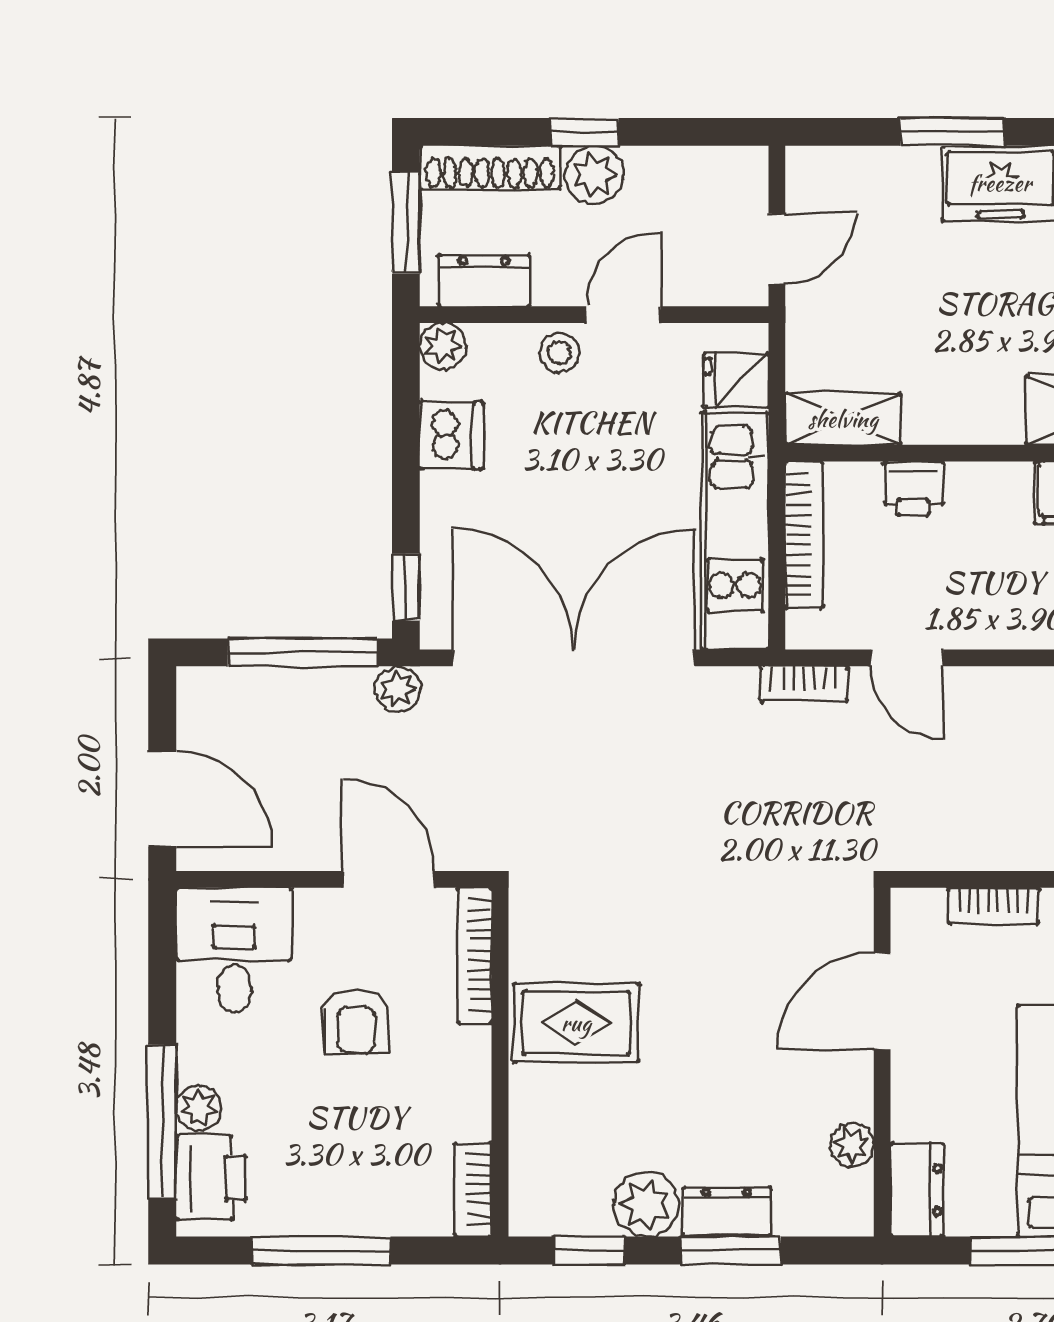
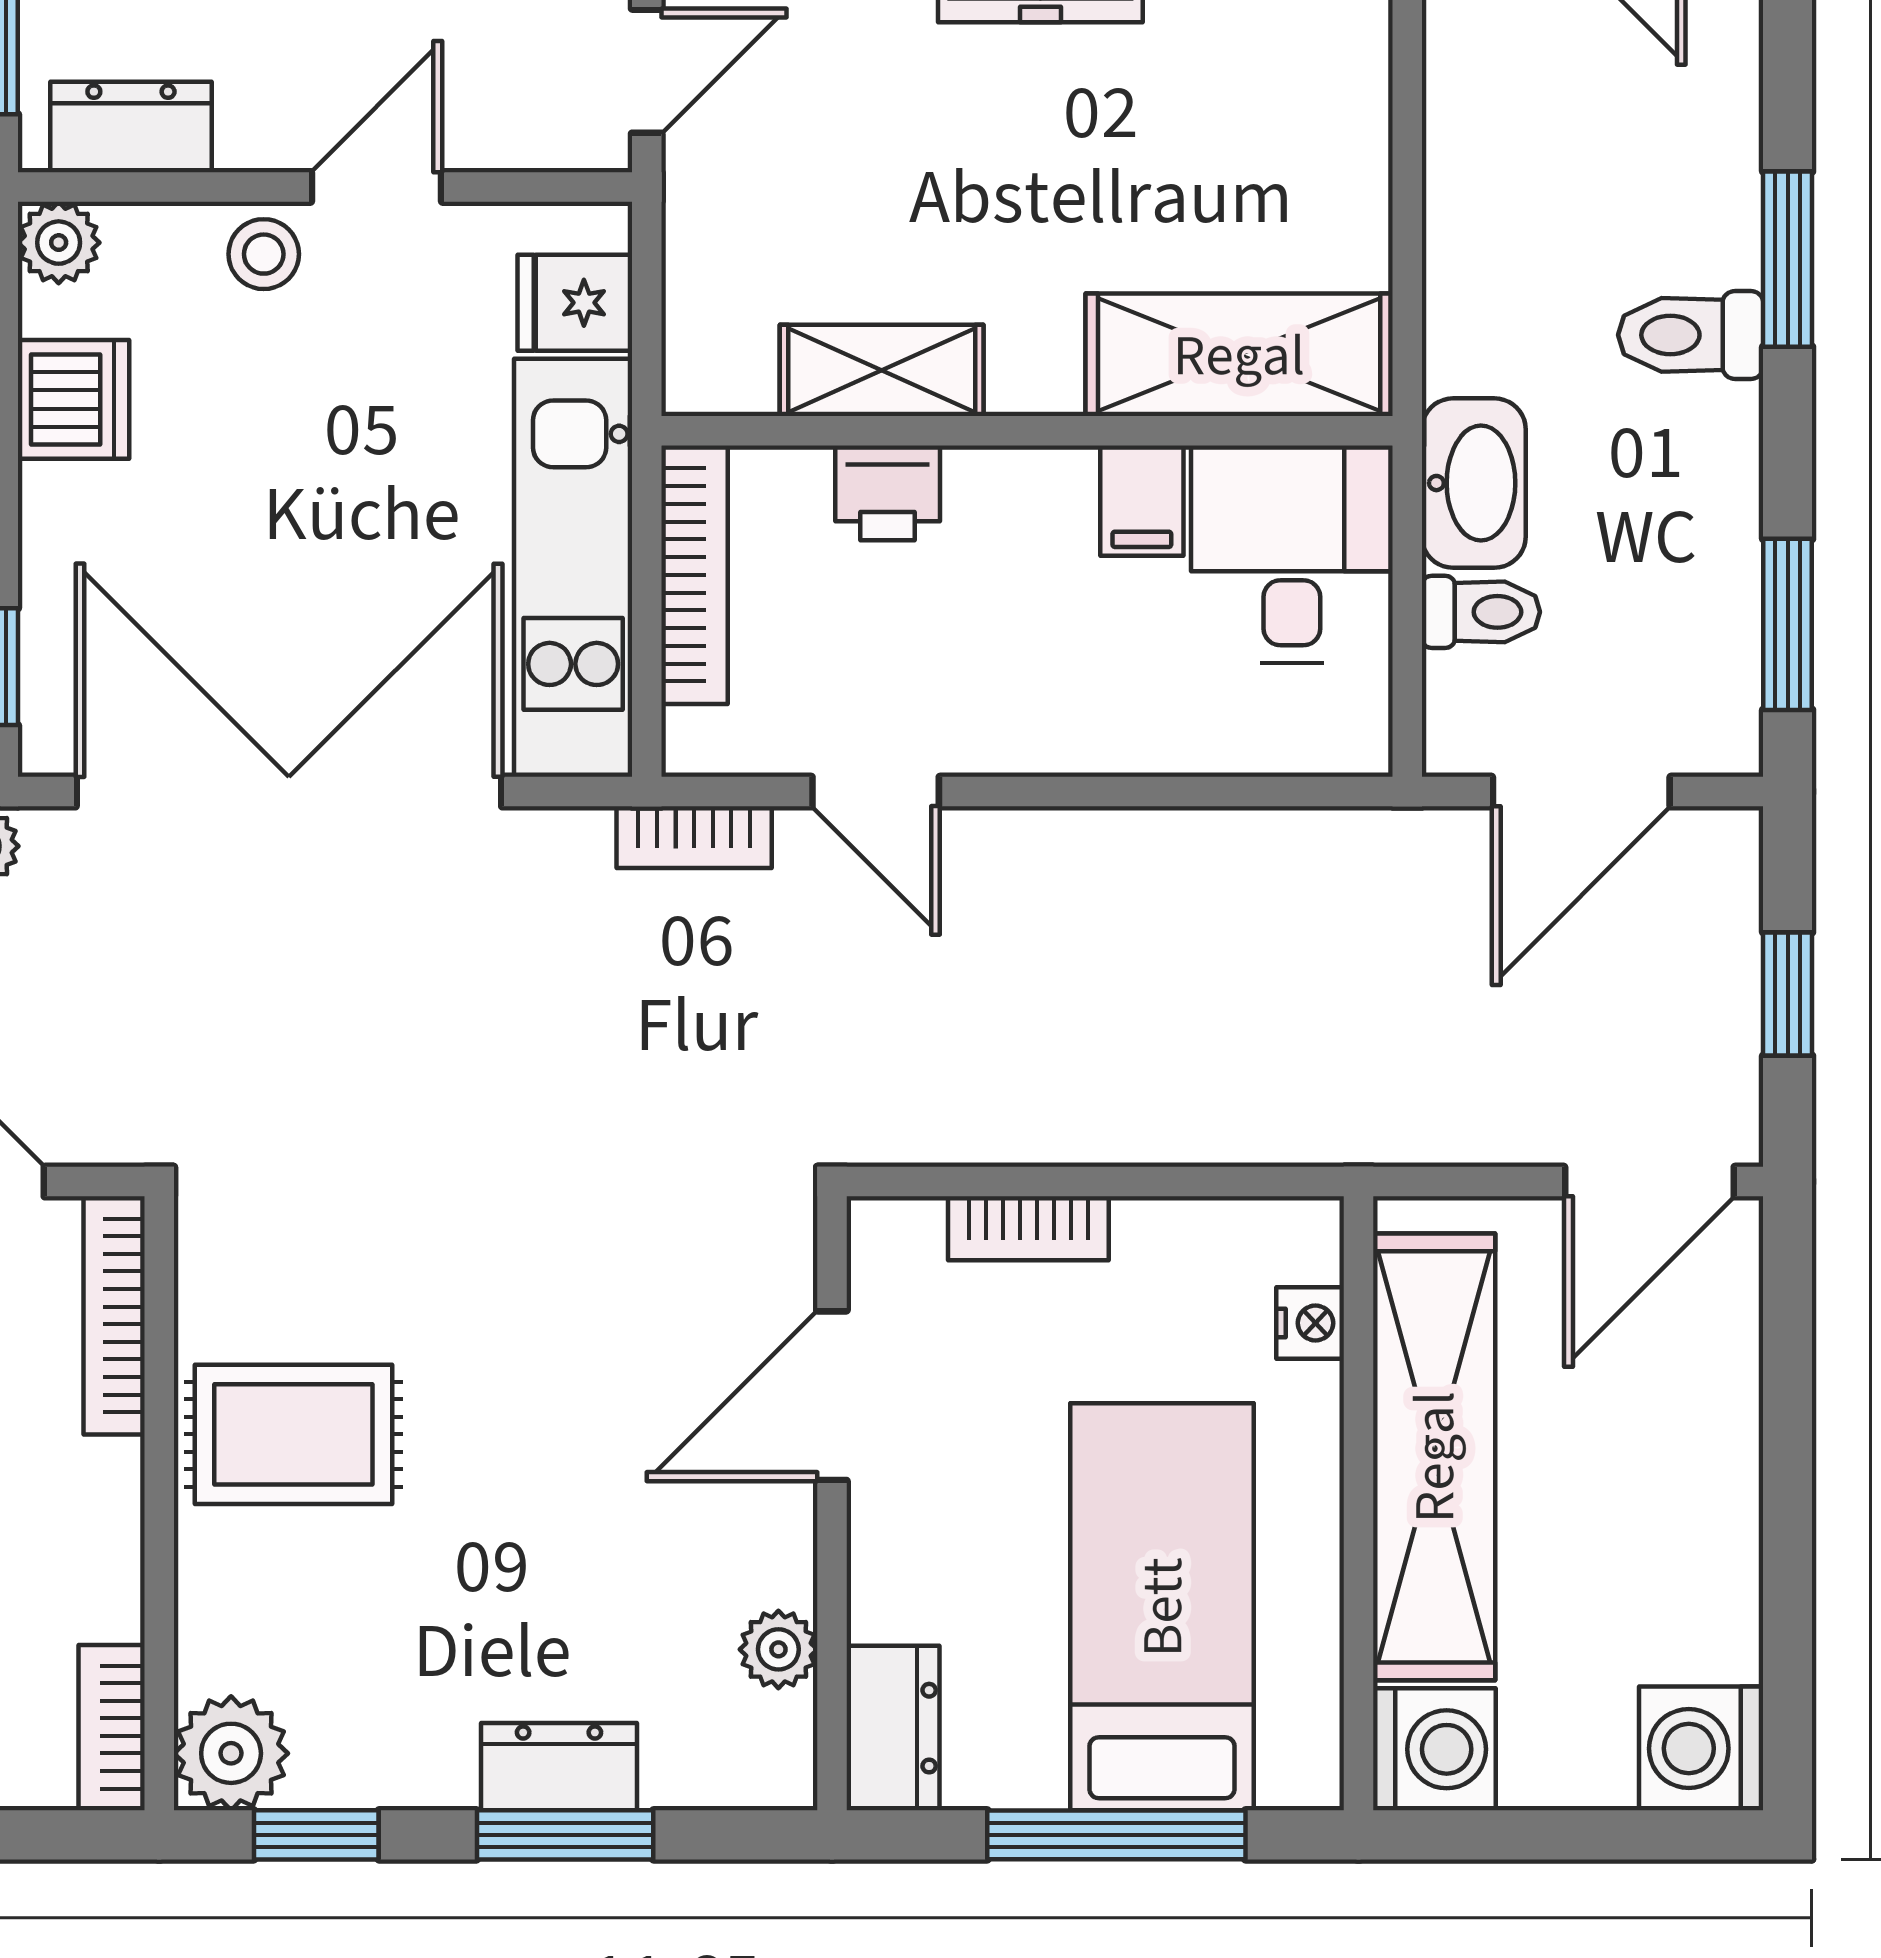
shelving: (843, 419) -> (882, 370), moved
plant: (646, 1204) -> (231, 1753), moved

